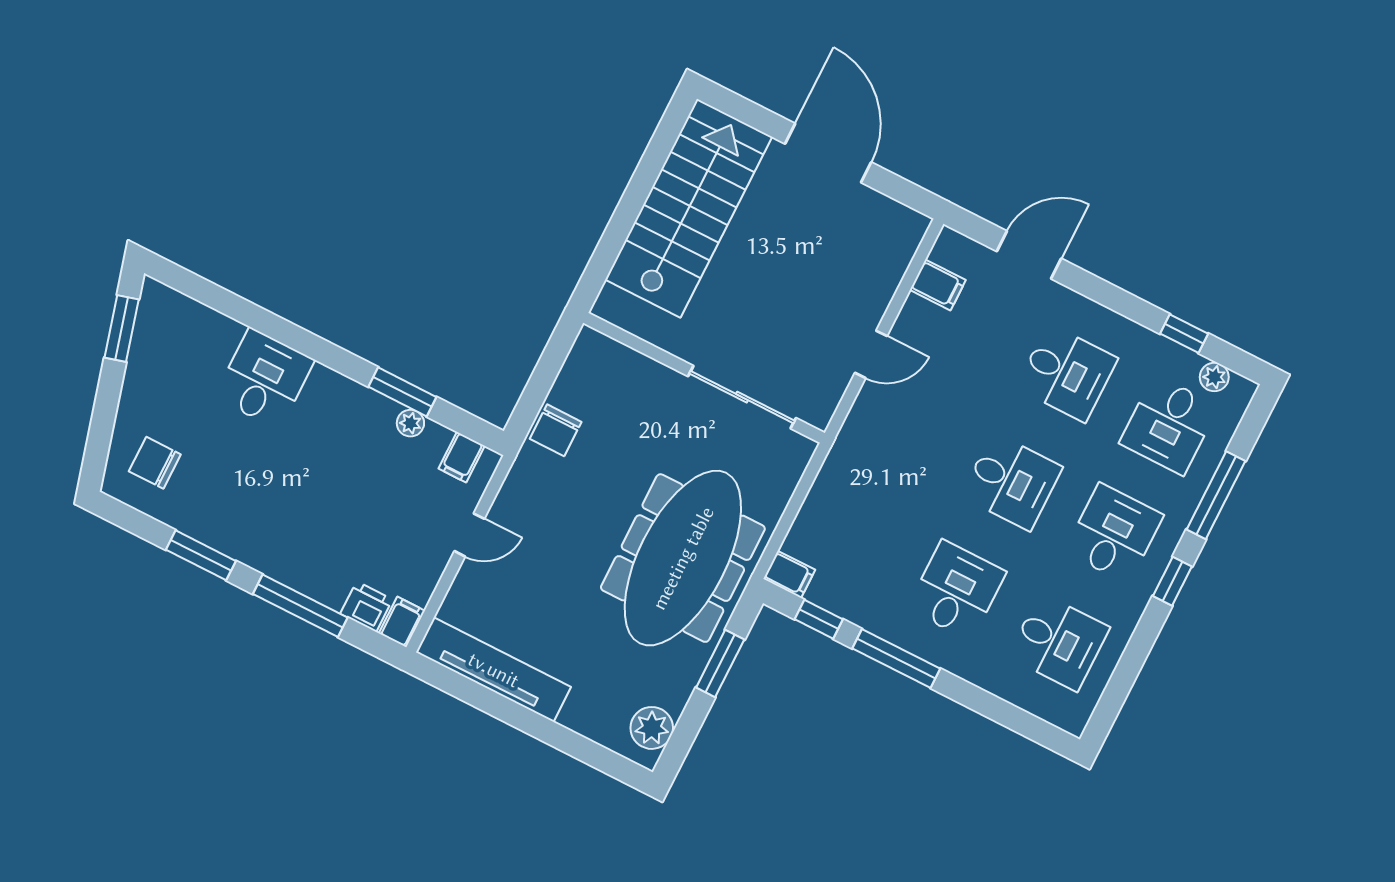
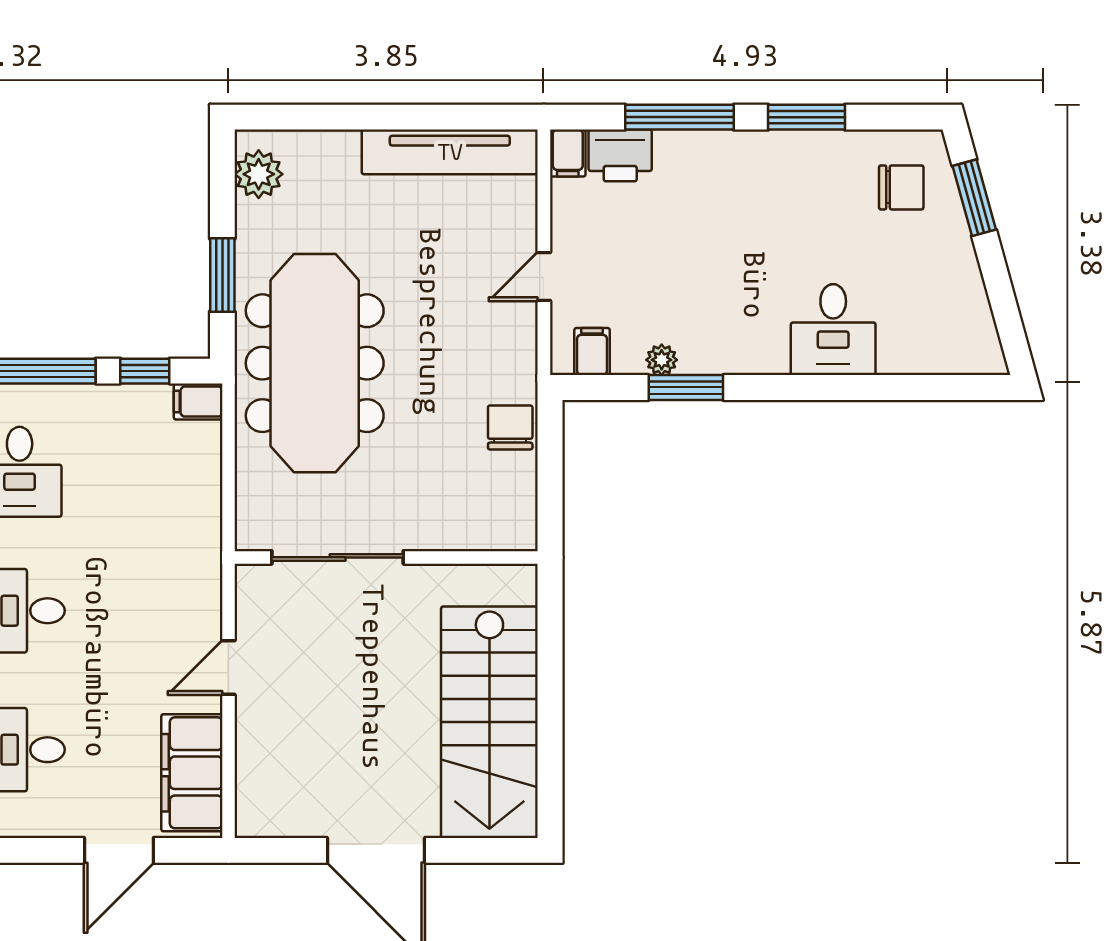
filing cabinet: (938, 285) -> (192, 773), width x3.00, depth x1.17
window: (122, 328) -> (974, 198), moved
printer: (366, 607) -> (620, 155), width x1.36, depth x1.24

